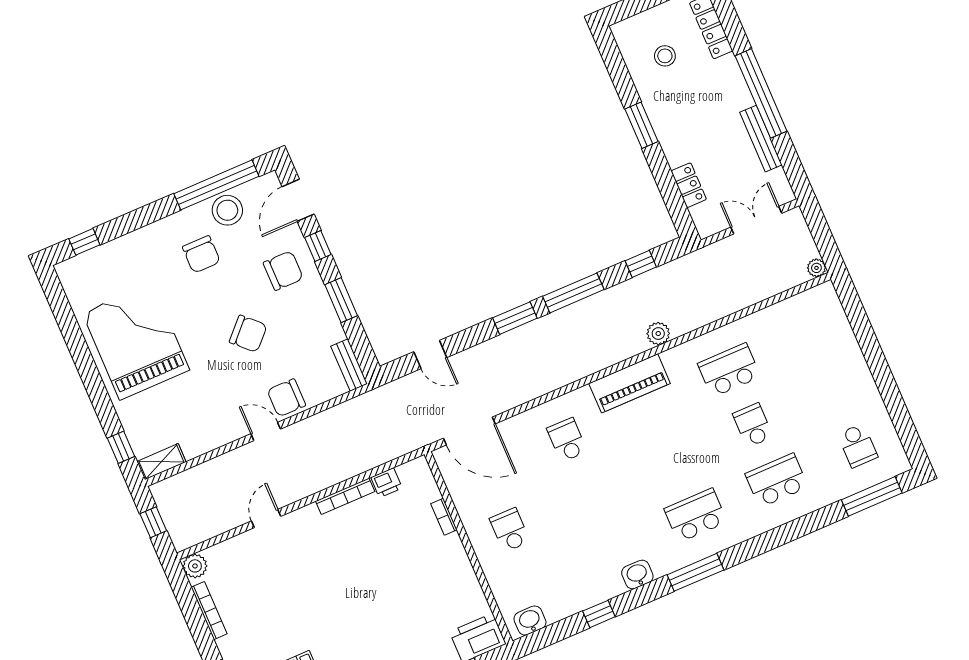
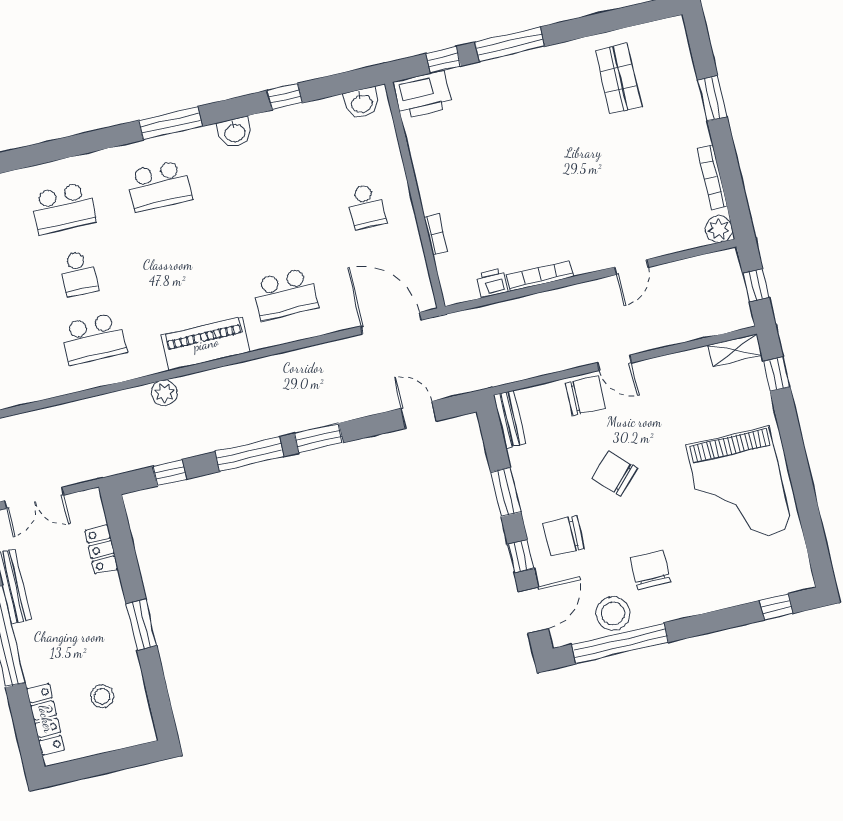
school desk: (567, 440) -> (285, 294), width x1.85

